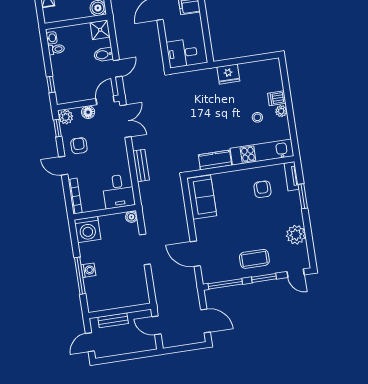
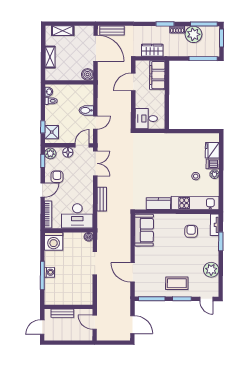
shower: (100, 30) -> (52, 132), moved
fridge: (228, 74) -> (212, 150), moved, turned 90
door: (63, 166) -> (43, 190), swing flipped
desk: (118, 191) -> (77, 216), width x1.37

